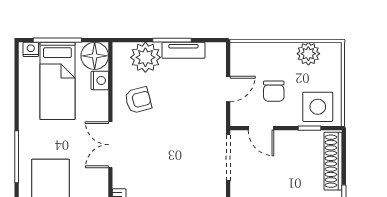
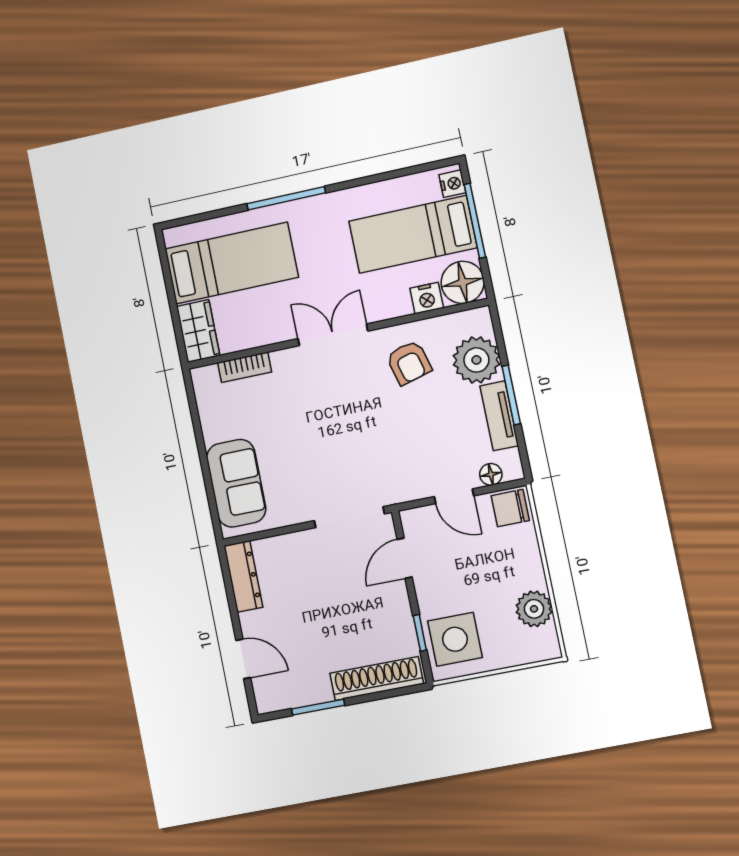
floor lamp: (219, 63) -> (491, 474), added
chair: (274, 91) -> (510, 508), moved

